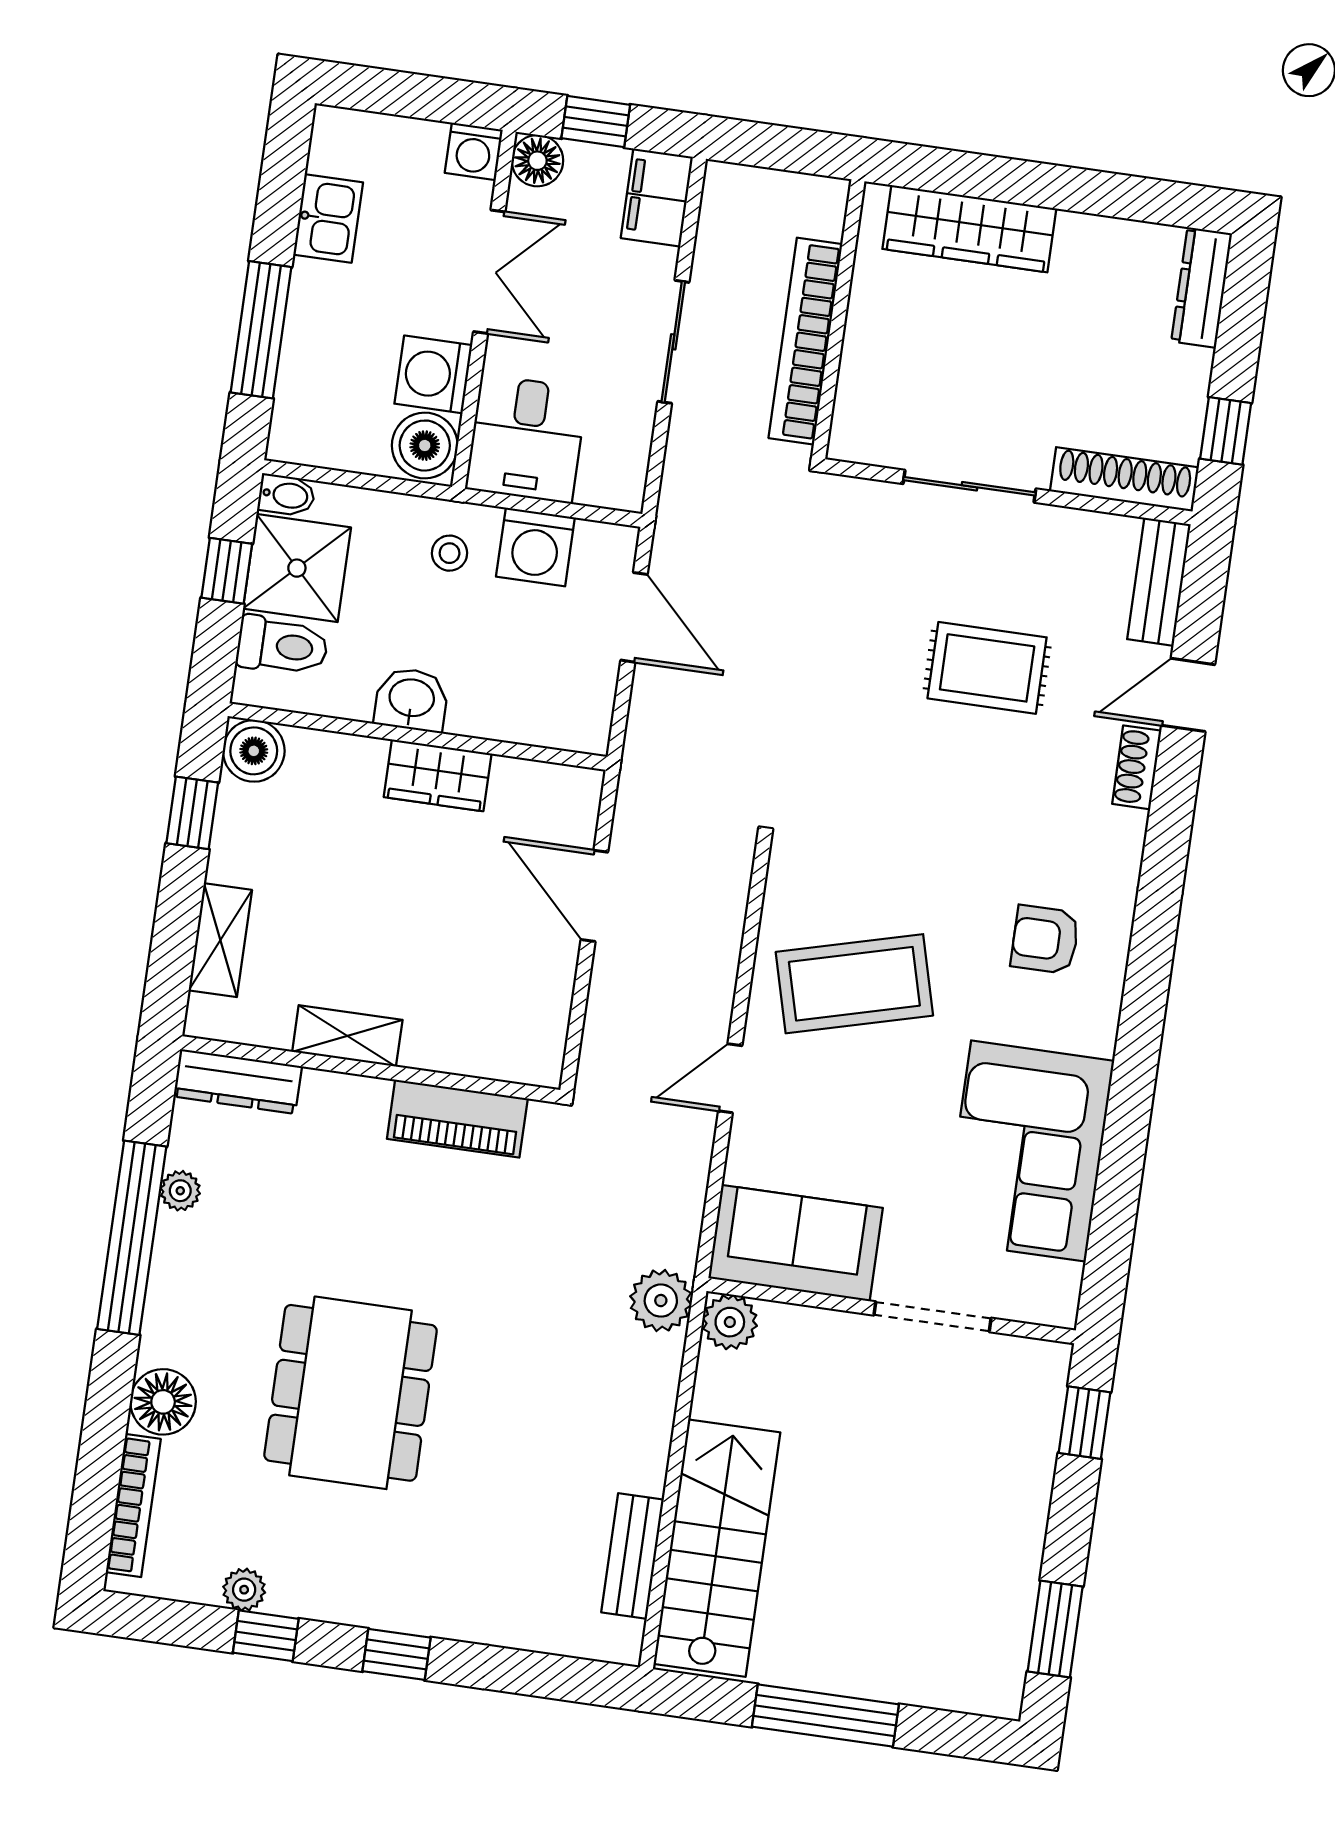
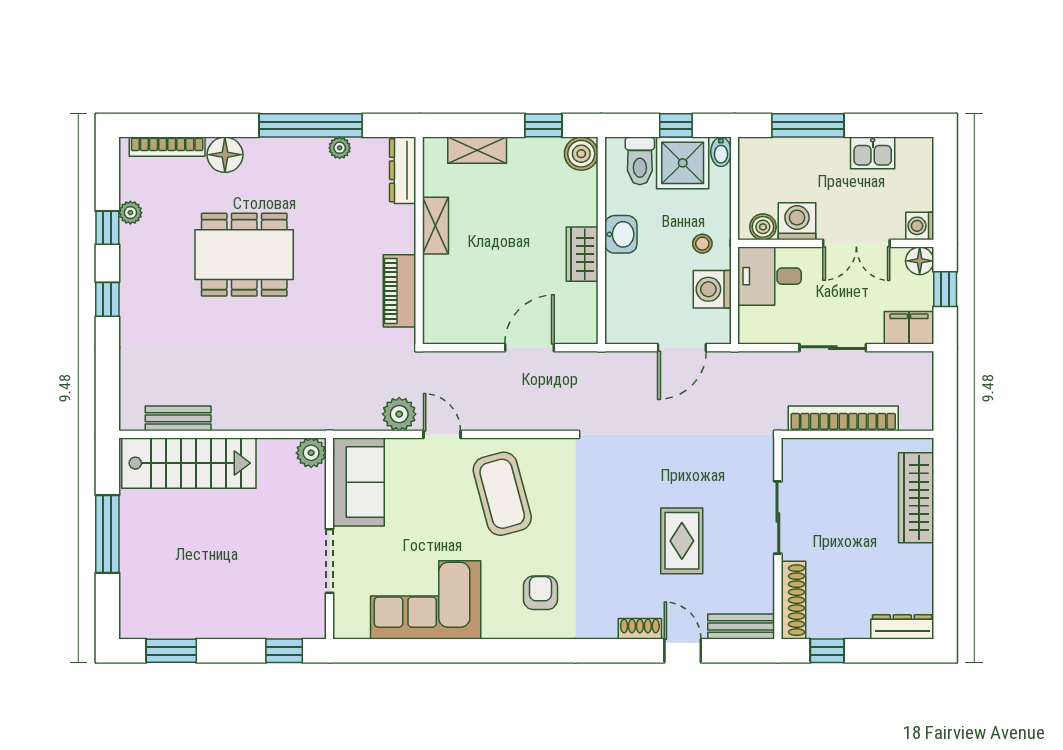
boiler: (425, 446) -> (763, 227), width x0.73, depth x0.73
plant: (661, 1301) -> (399, 414), moved

